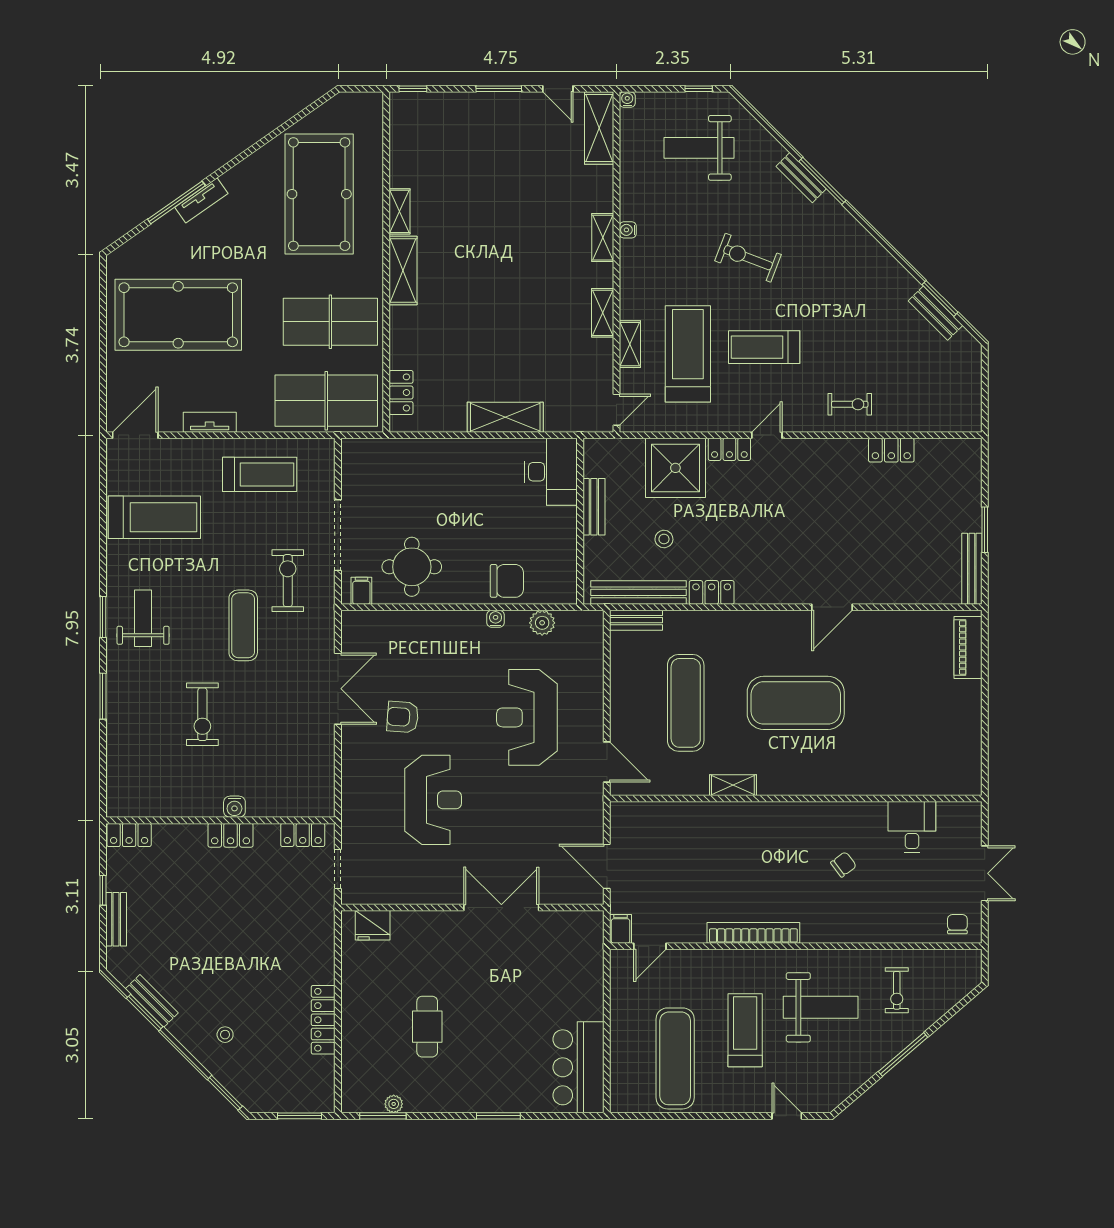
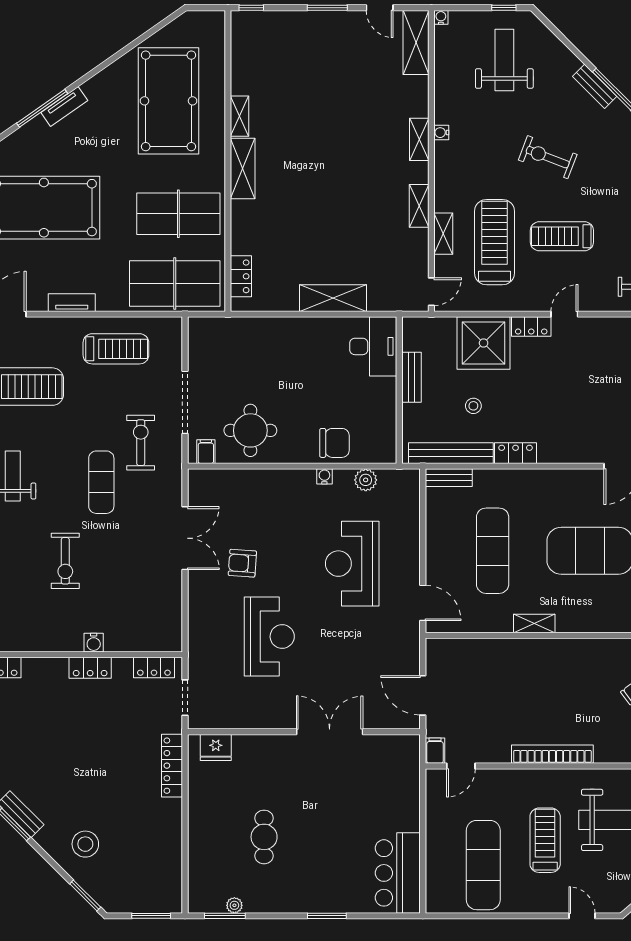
weight bench: (699, 148) -> (504, 60), turned 90
locker: (323, 1020) -> (172, 766), moved
stool: (225, 1035) -> (85, 844), width x1.89, depth x1.89

